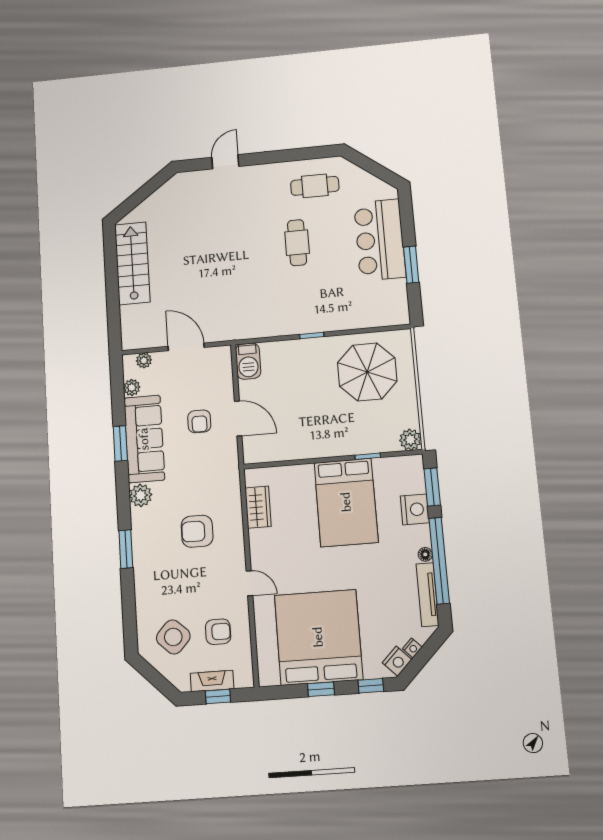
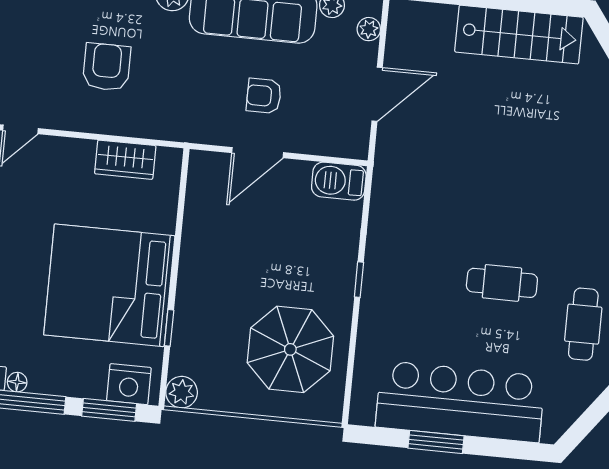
bar counter: (380, 240) -> (460, 402), width x1.36
bed: (346, 502) -> (109, 285), width x1.36
nightstand: (415, 509) -> (129, 384), moved

